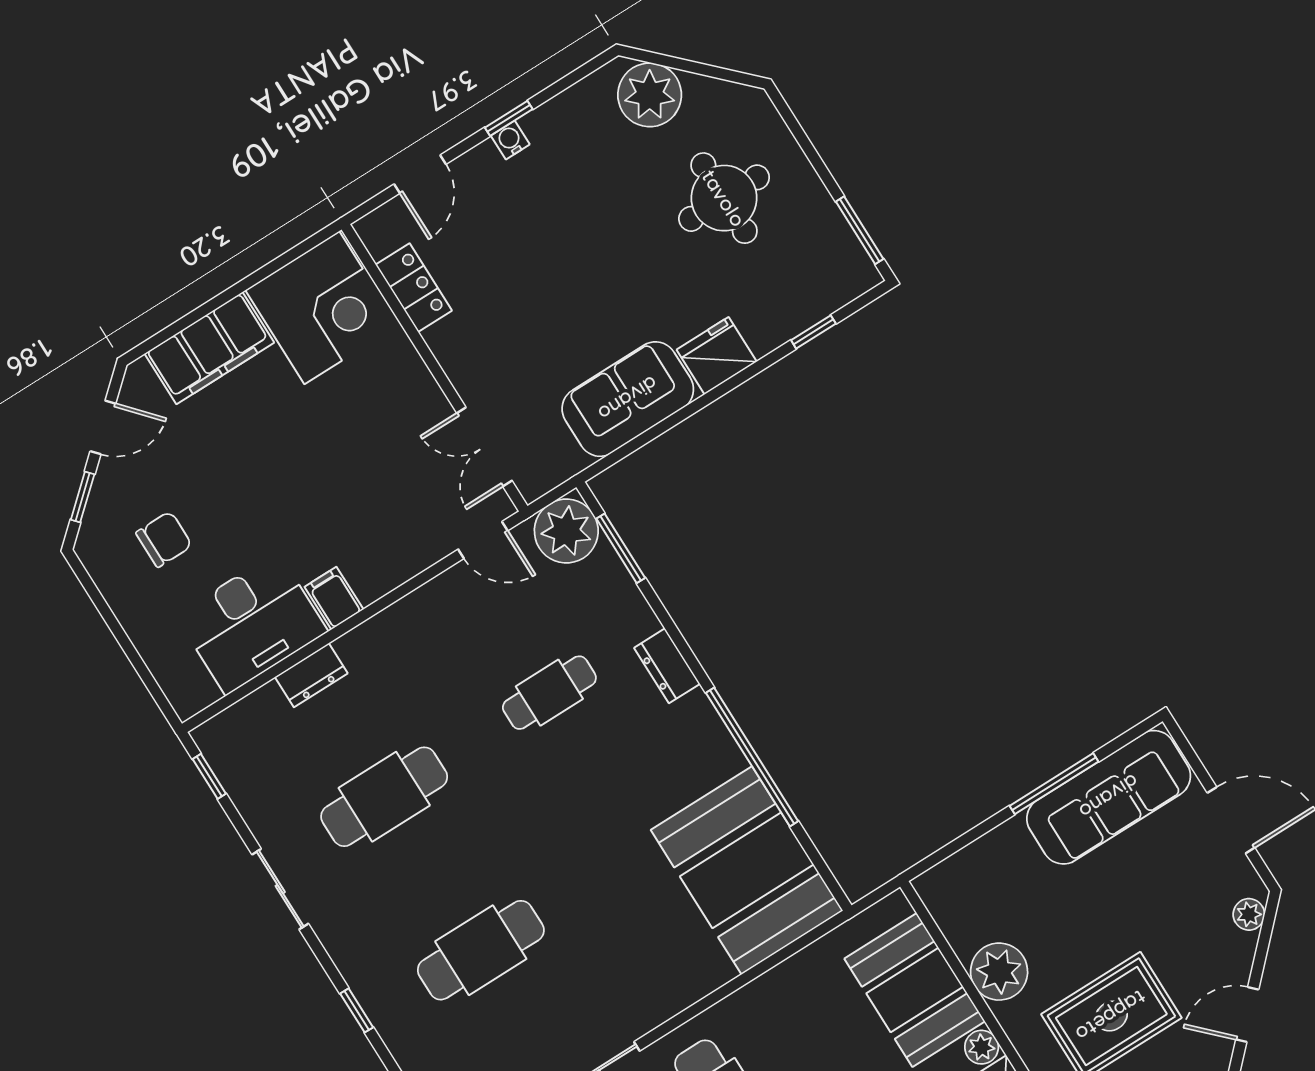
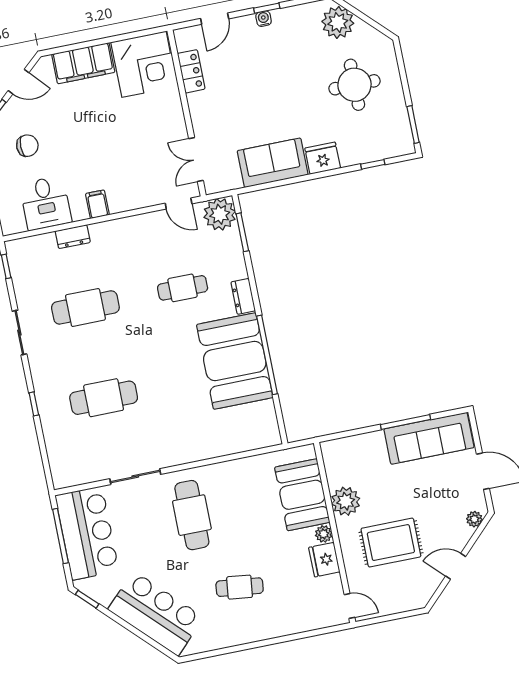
desk: (252, 623) -> (46, 203), width x0.73
booth: (747, 870) -> (235, 361), moved

